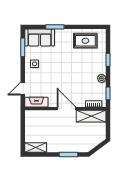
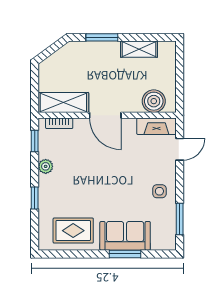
sofa: (40, 38) -> (125, 236), moved
boiler: (38, 117) -> (154, 101), added
shelving: (36, 147) -> (139, 49), moved

